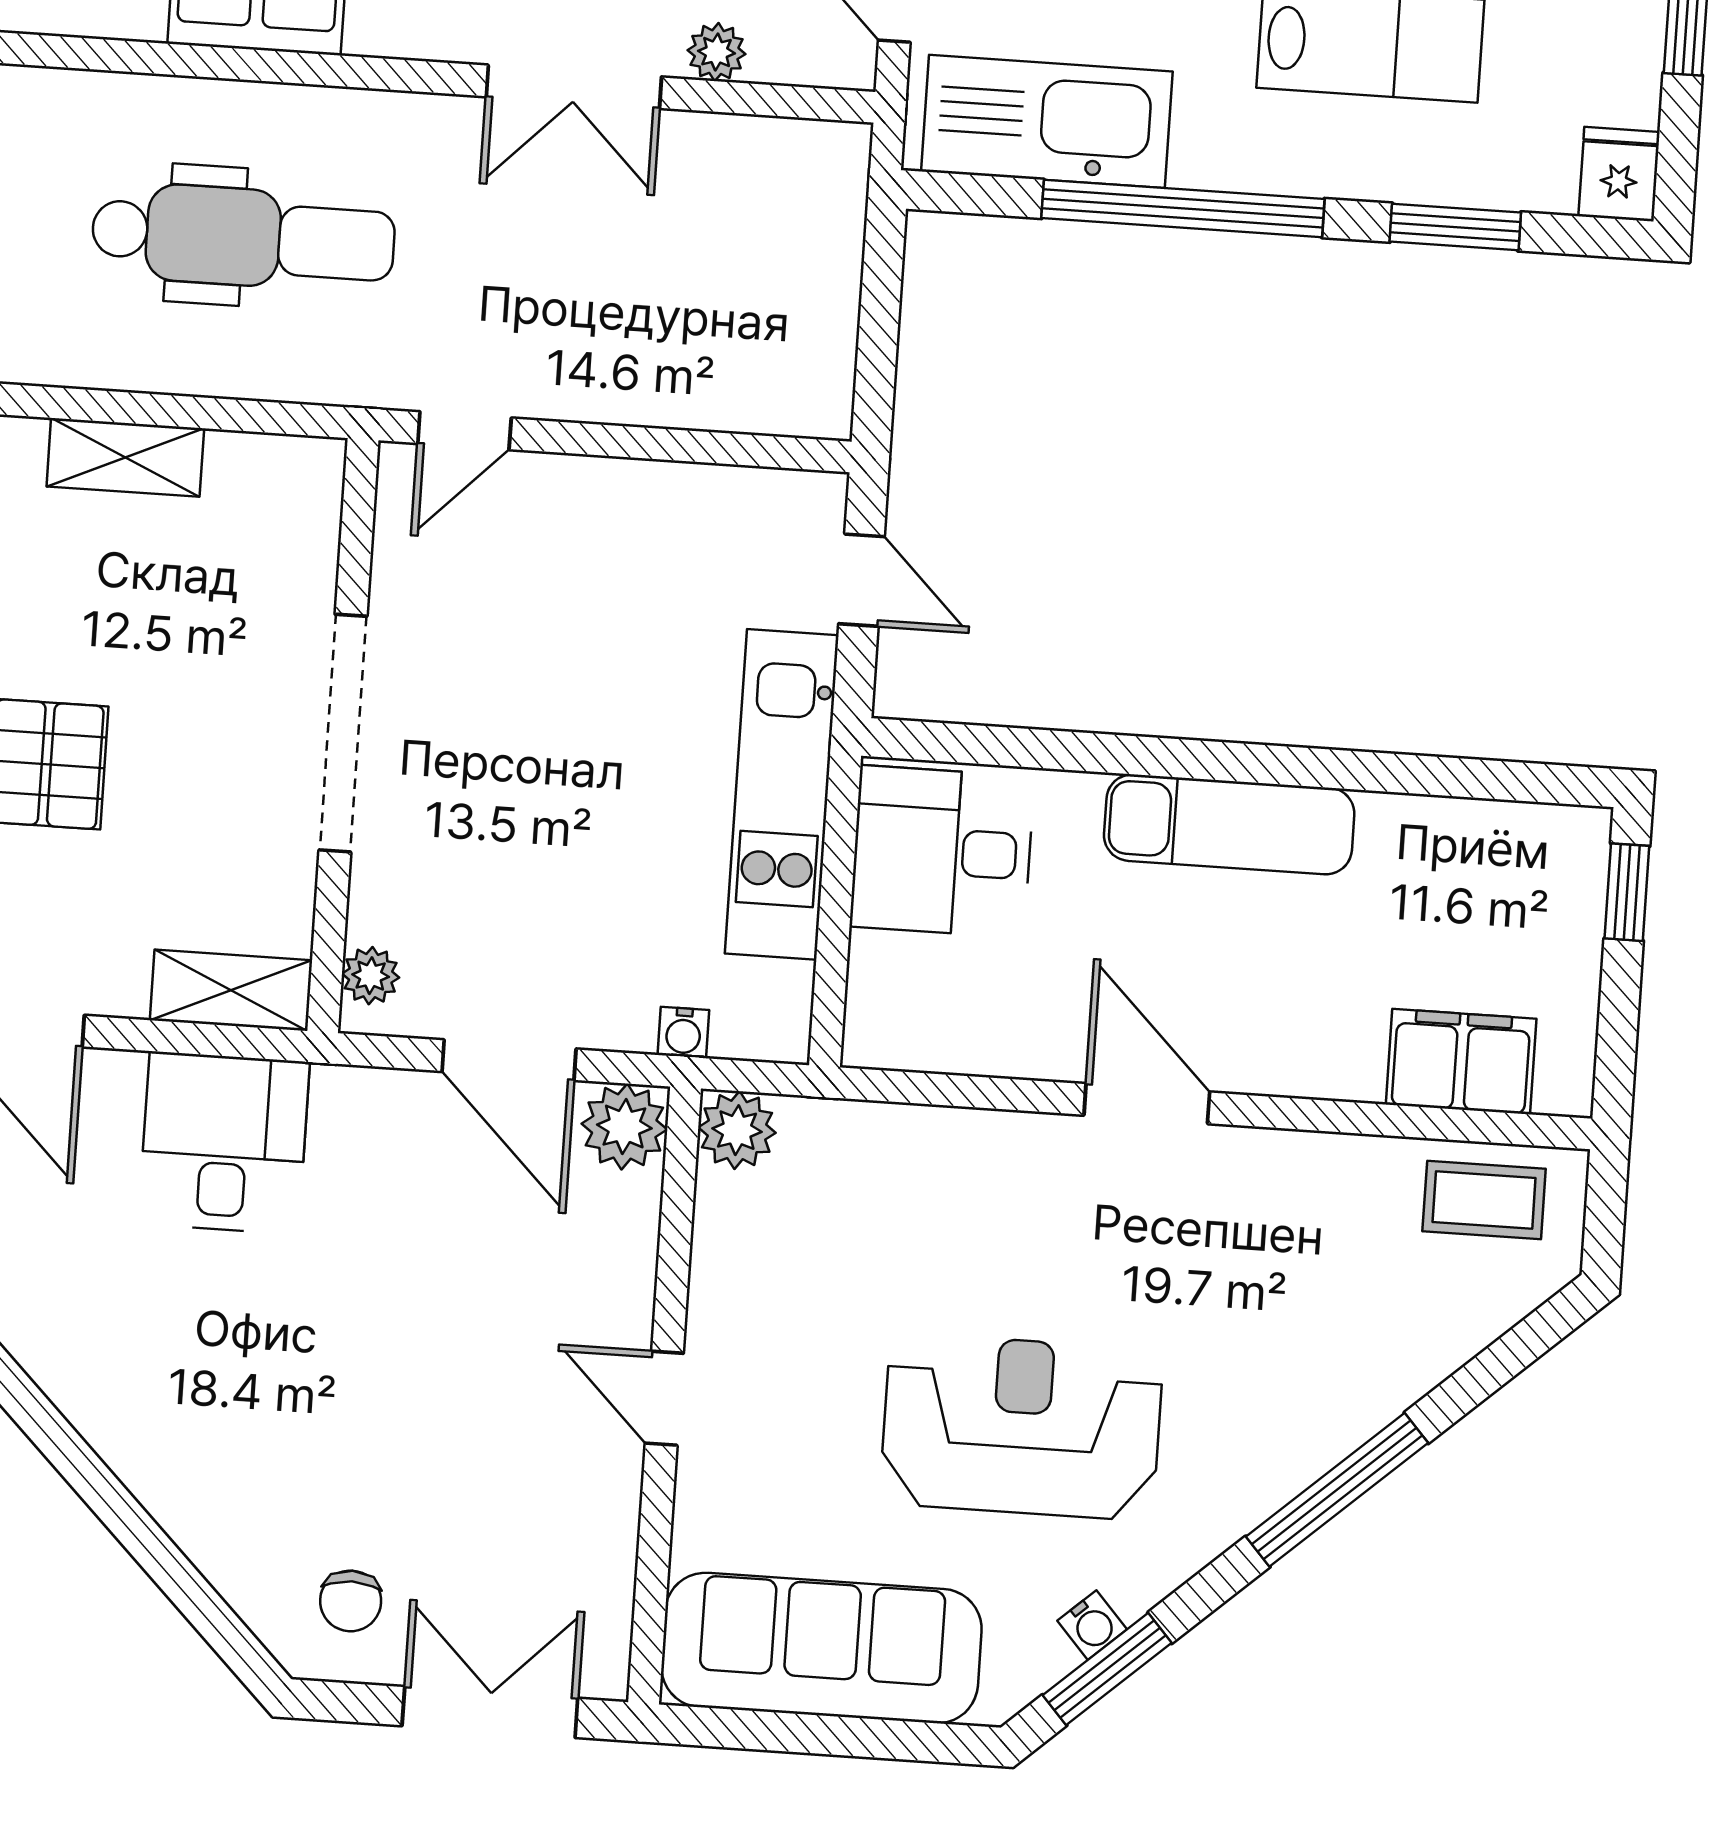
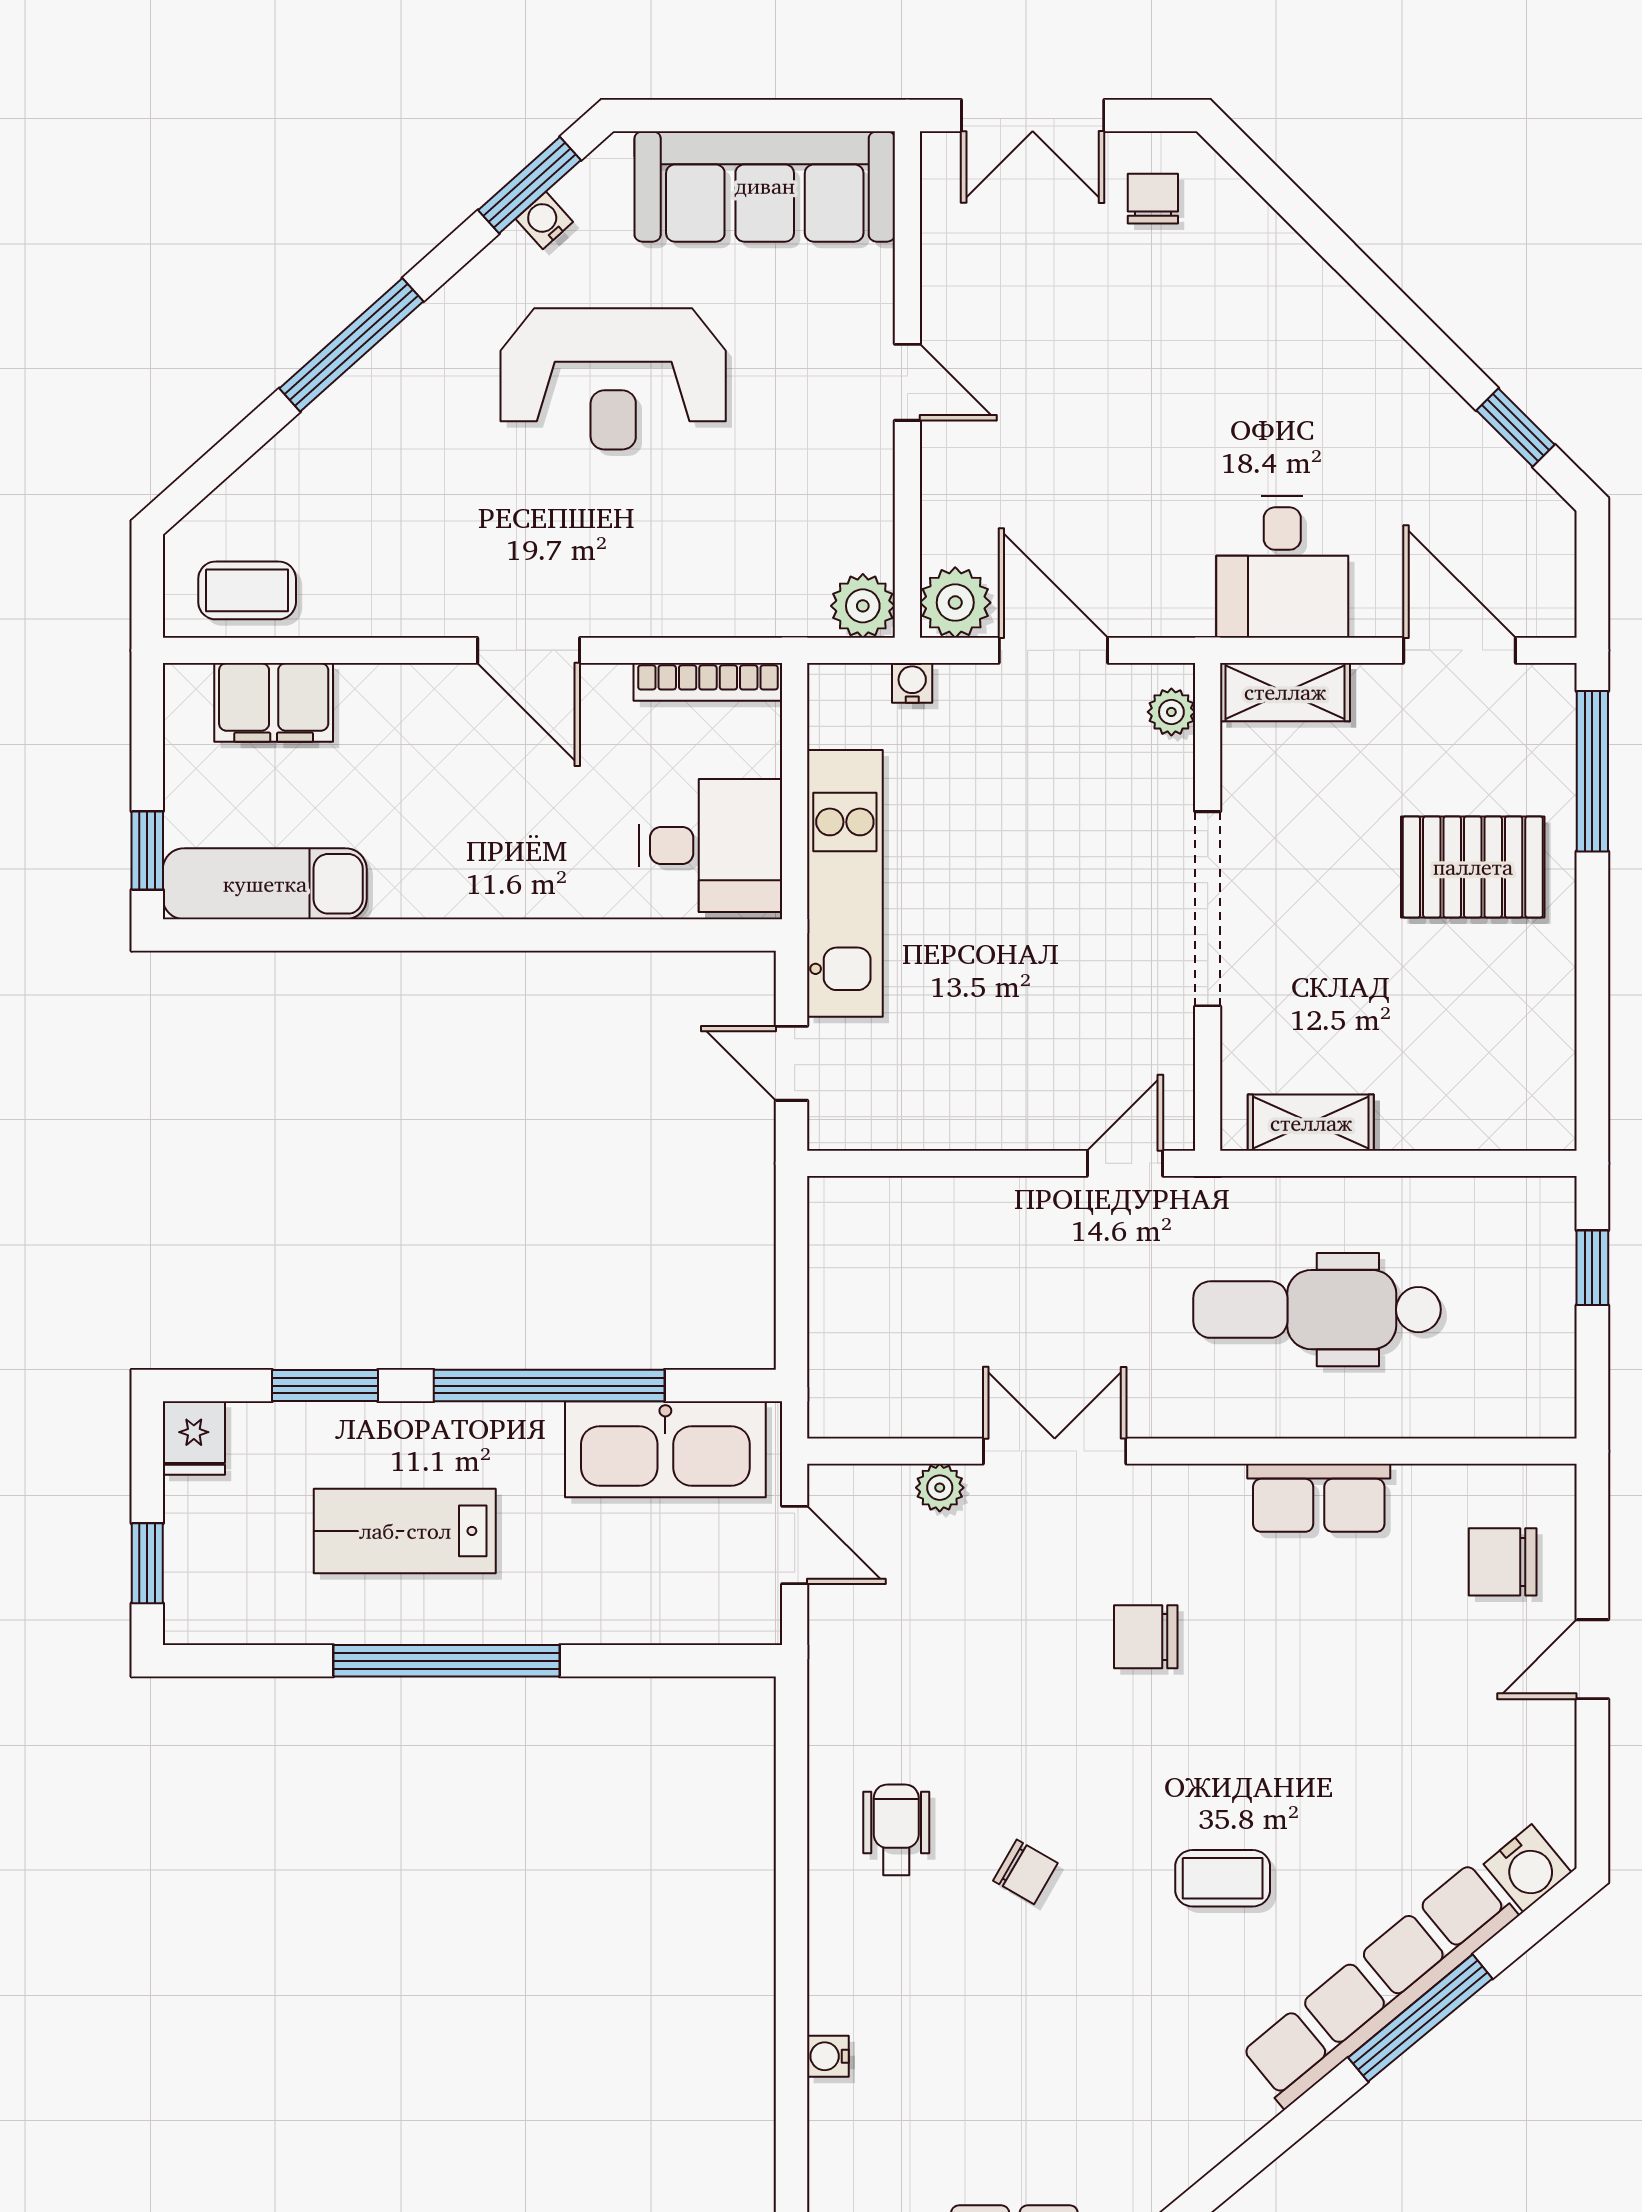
shelving: (125, 457) -> (1311, 1123), moved
exam couch: (1229, 824) -> (265, 884), moved
bookcase: (931, 1050) -> (708, 682), added

